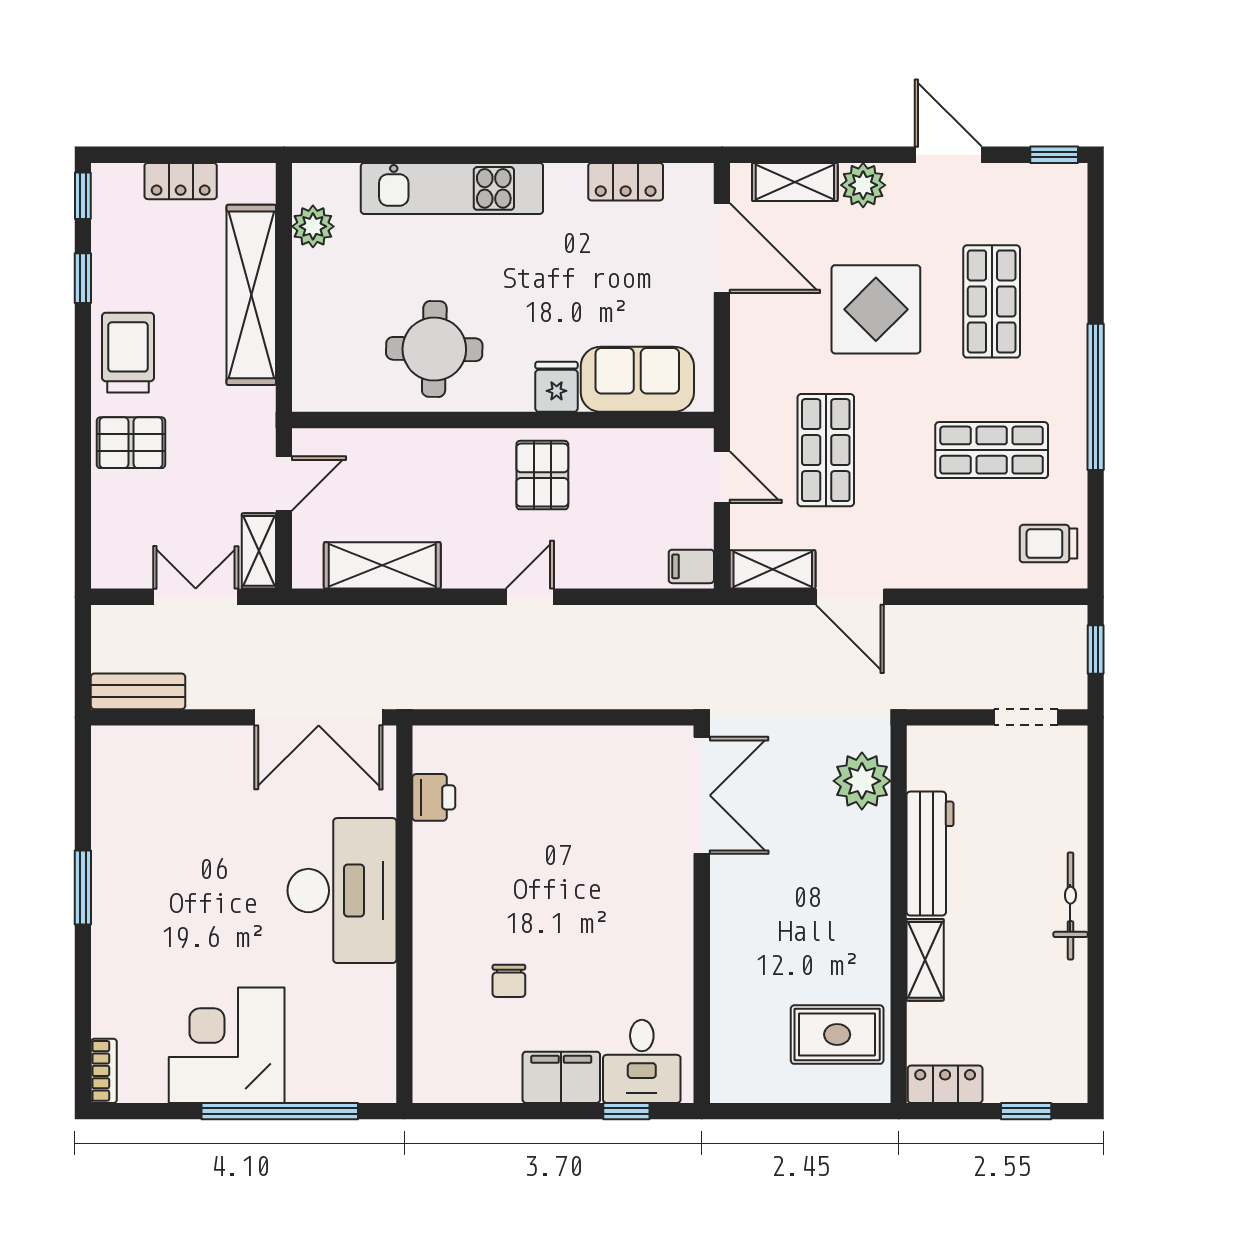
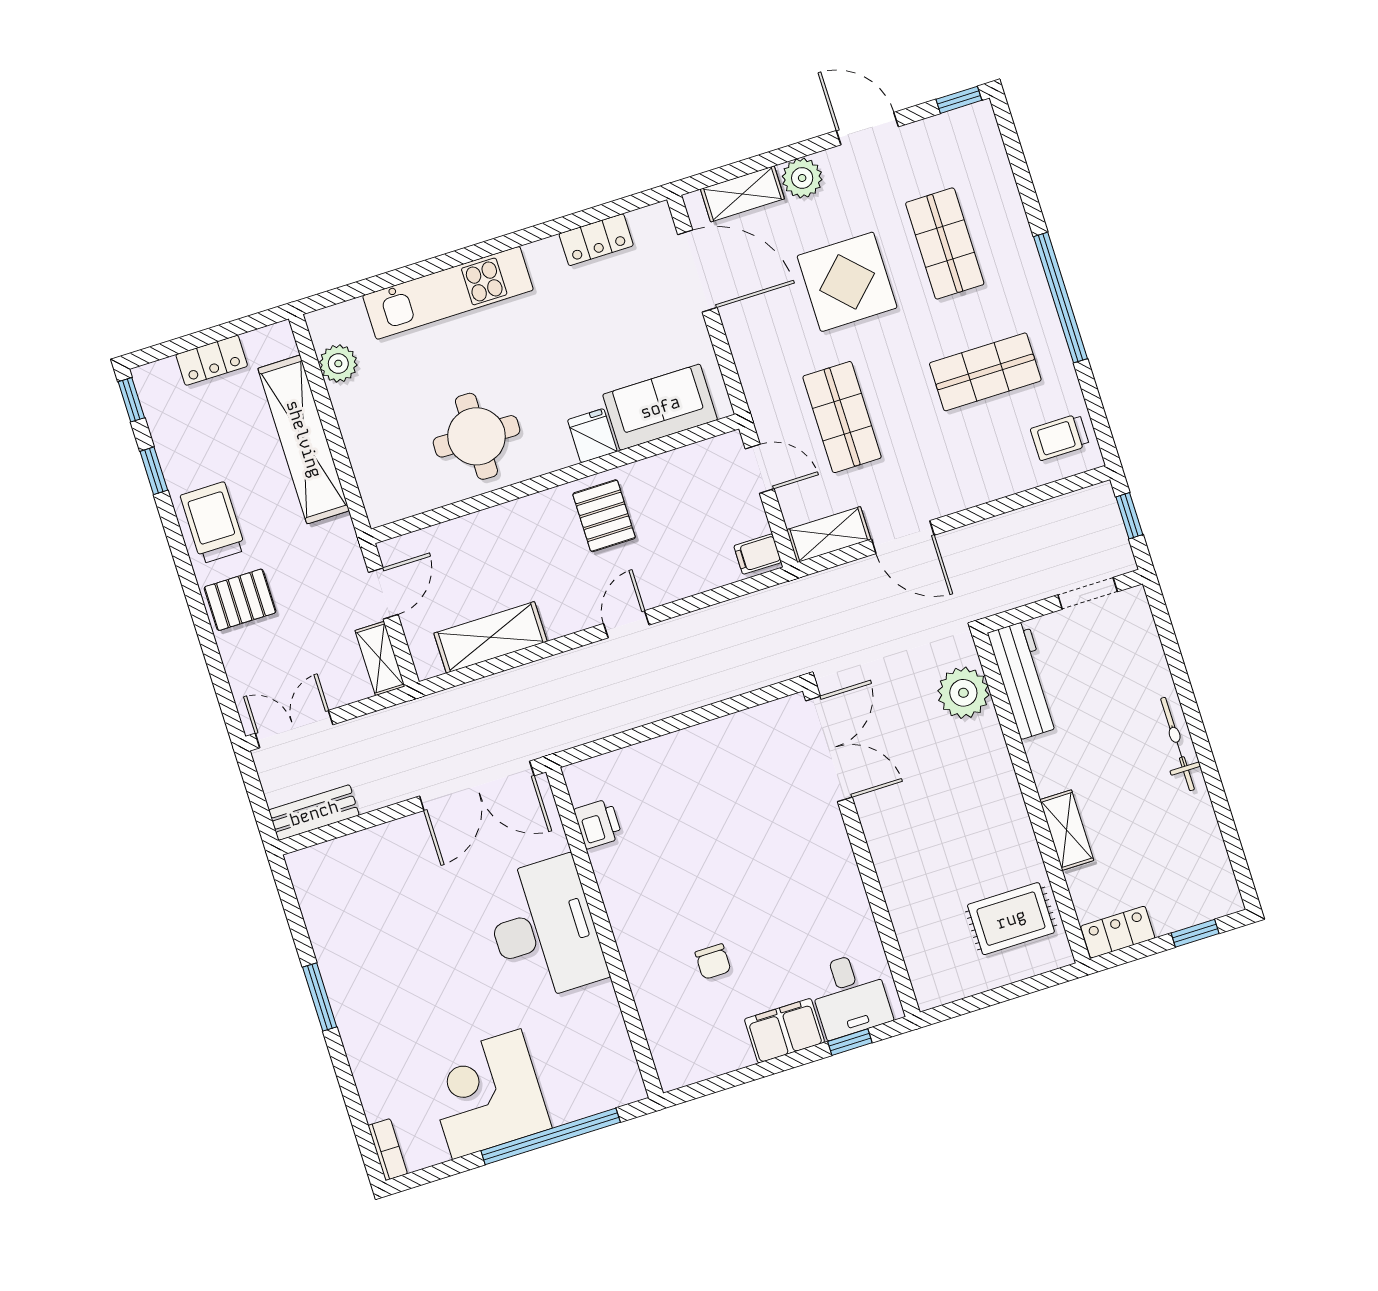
double door: (196, 597) -> (294, 729), moved
workbench: (930, 854) -> (1024, 680), moved

